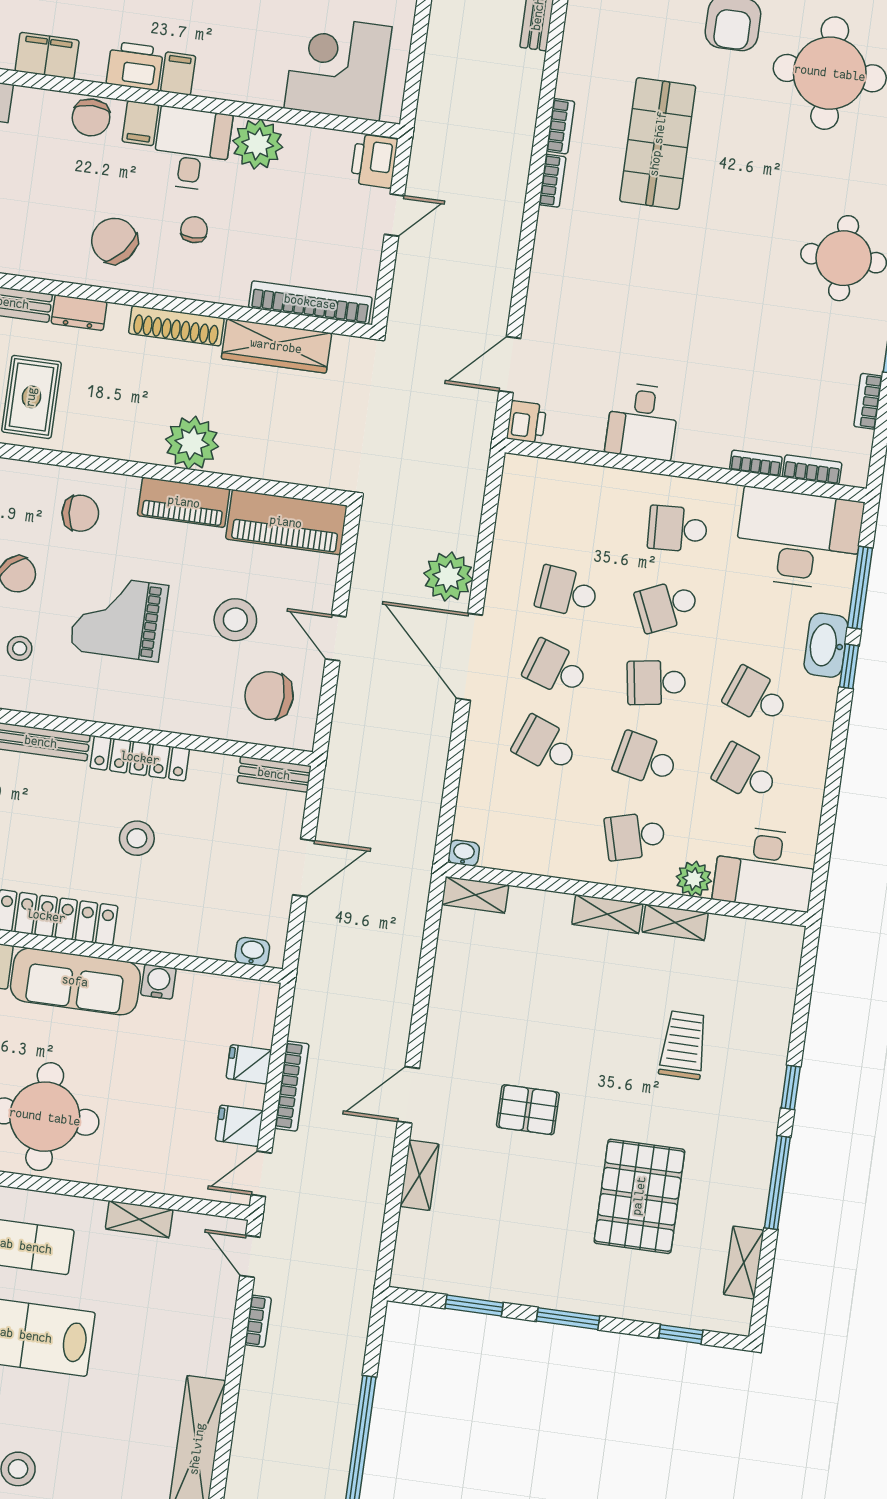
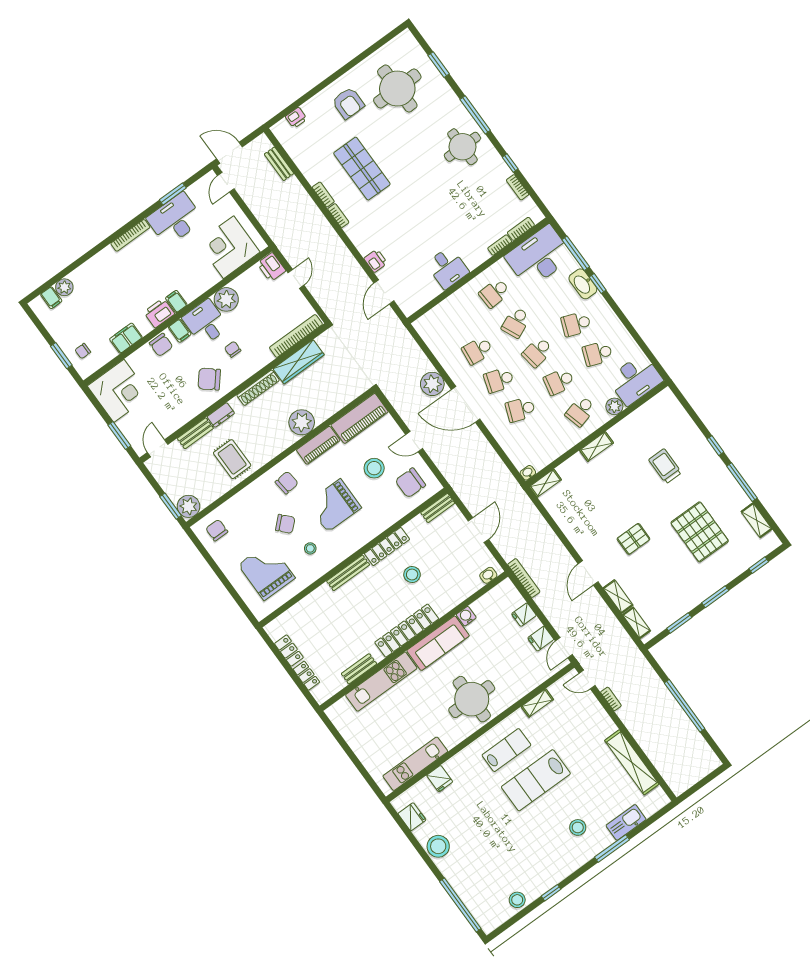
printer: (527, 422) -> (376, 261), moved
shelving: (675, 922) -> (637, 623), moved, turned 90
bookcase: (292, 1086) -> (524, 578), moved

